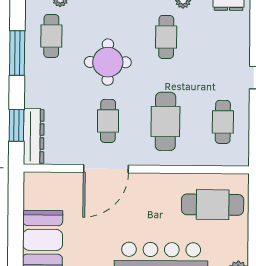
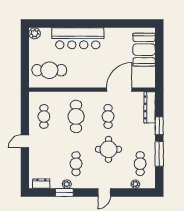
window: (17, 125) -> (159, 126), moved
door: (106, 169) -> (119, 90), moved

